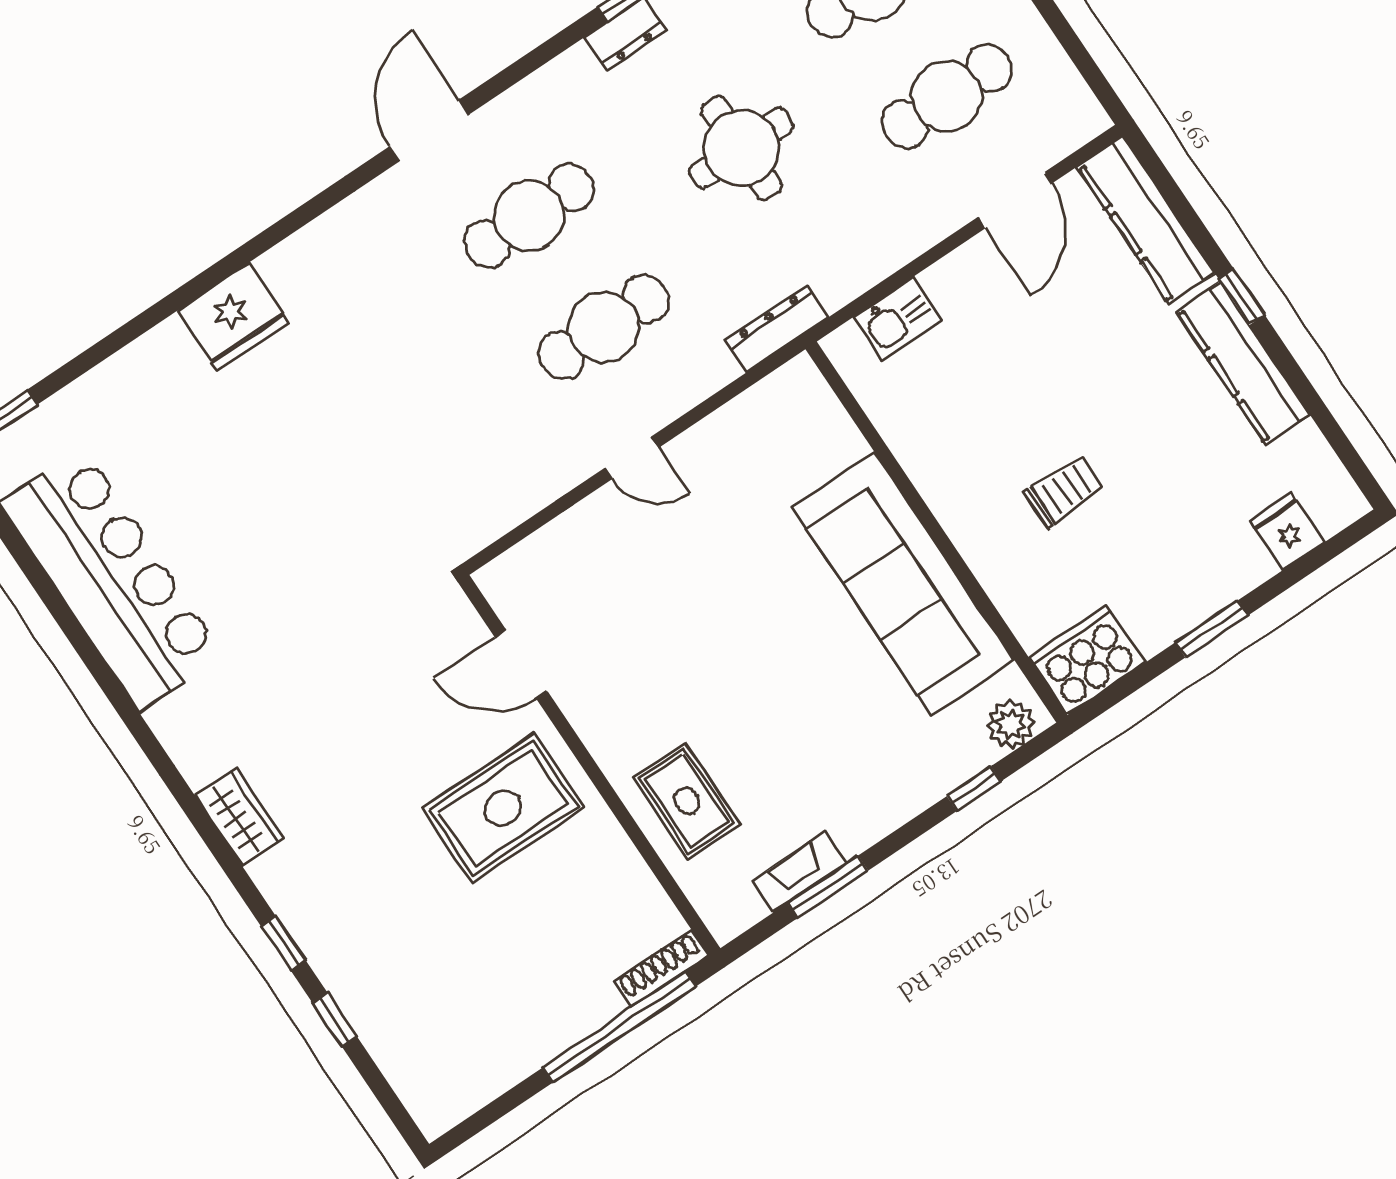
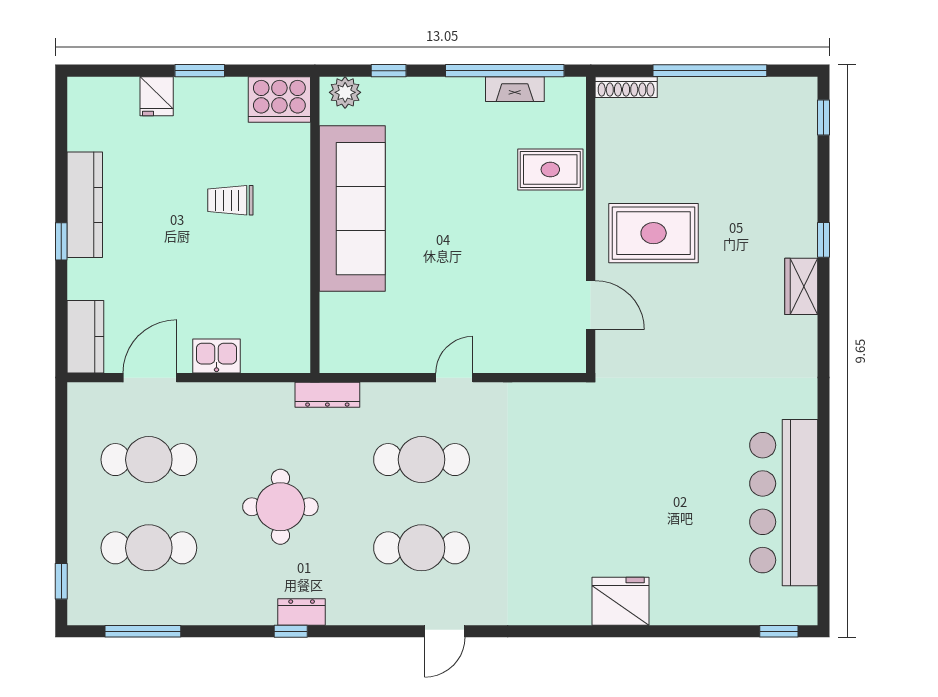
door: (429, 131) -> (445, 631), width x0.73
kitchen counter: (1146, 220) -> (85, 337), width x0.67
kitchen sink: (898, 318) -> (216, 356), moved
door: (632, 458) -> (454, 378), hinge flipped
fridge: (1287, 532) -> (157, 96), moved
rug: (687, 801) -> (550, 170), turned 90
wardrobe: (239, 817) -> (801, 286), moved
window: (828, 887) -> (505, 71), width x2.11
window: (335, 1020) -> (824, 117), moved
window: (619, 1027) -> (710, 71), moved

